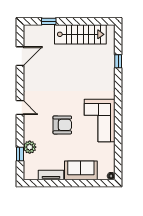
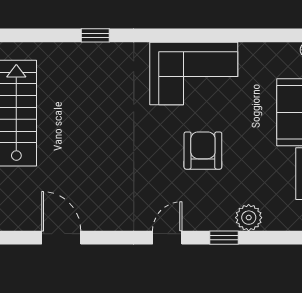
window: (118, 61) -> (95, 35), moved
window: (20, 154) -> (224, 238), moved

